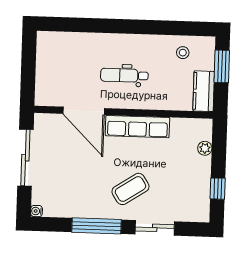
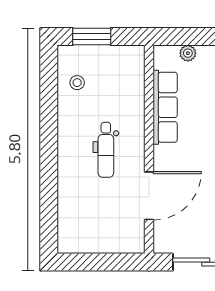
kitchen counter: (204, 91) -> (121, 57), removed
row of seats: (137, 127) -> (165, 107), moved

